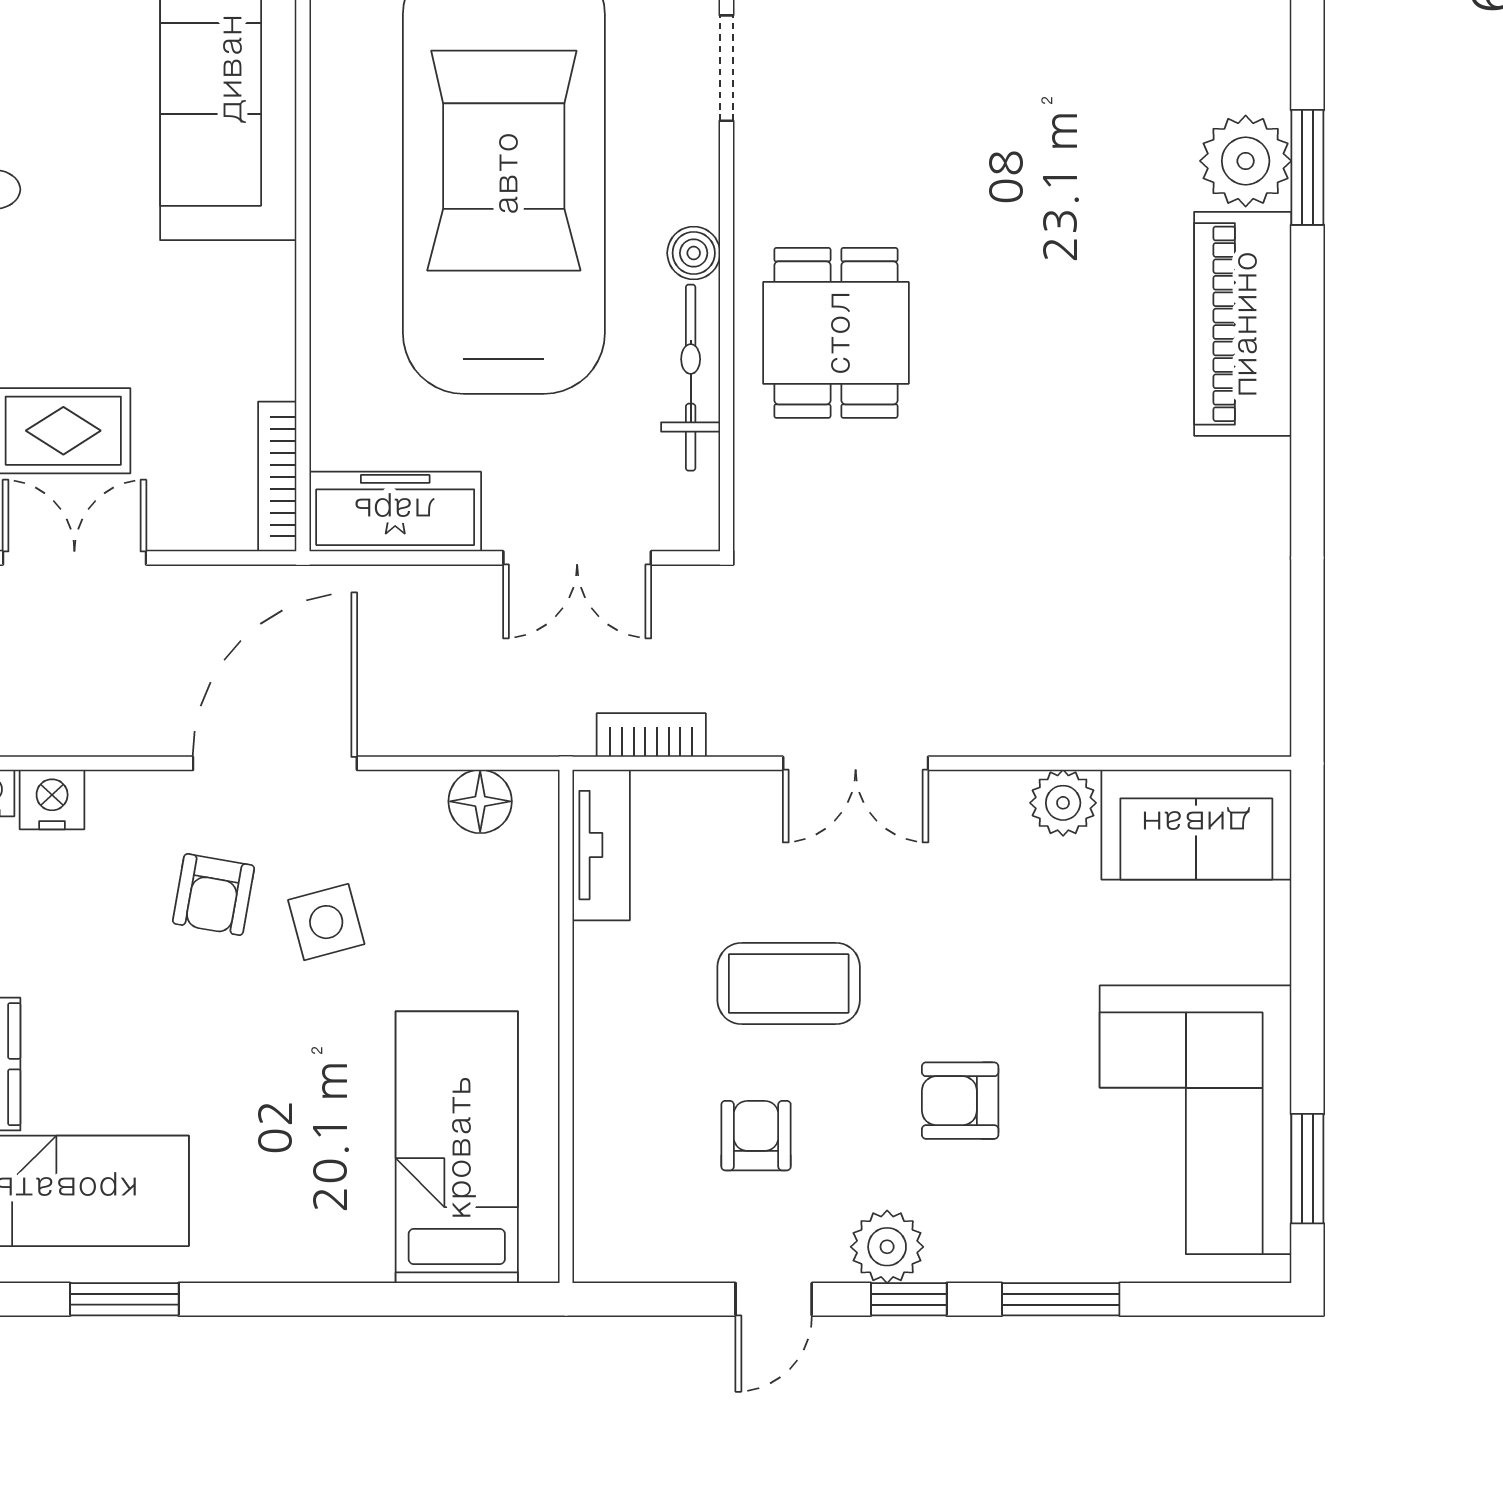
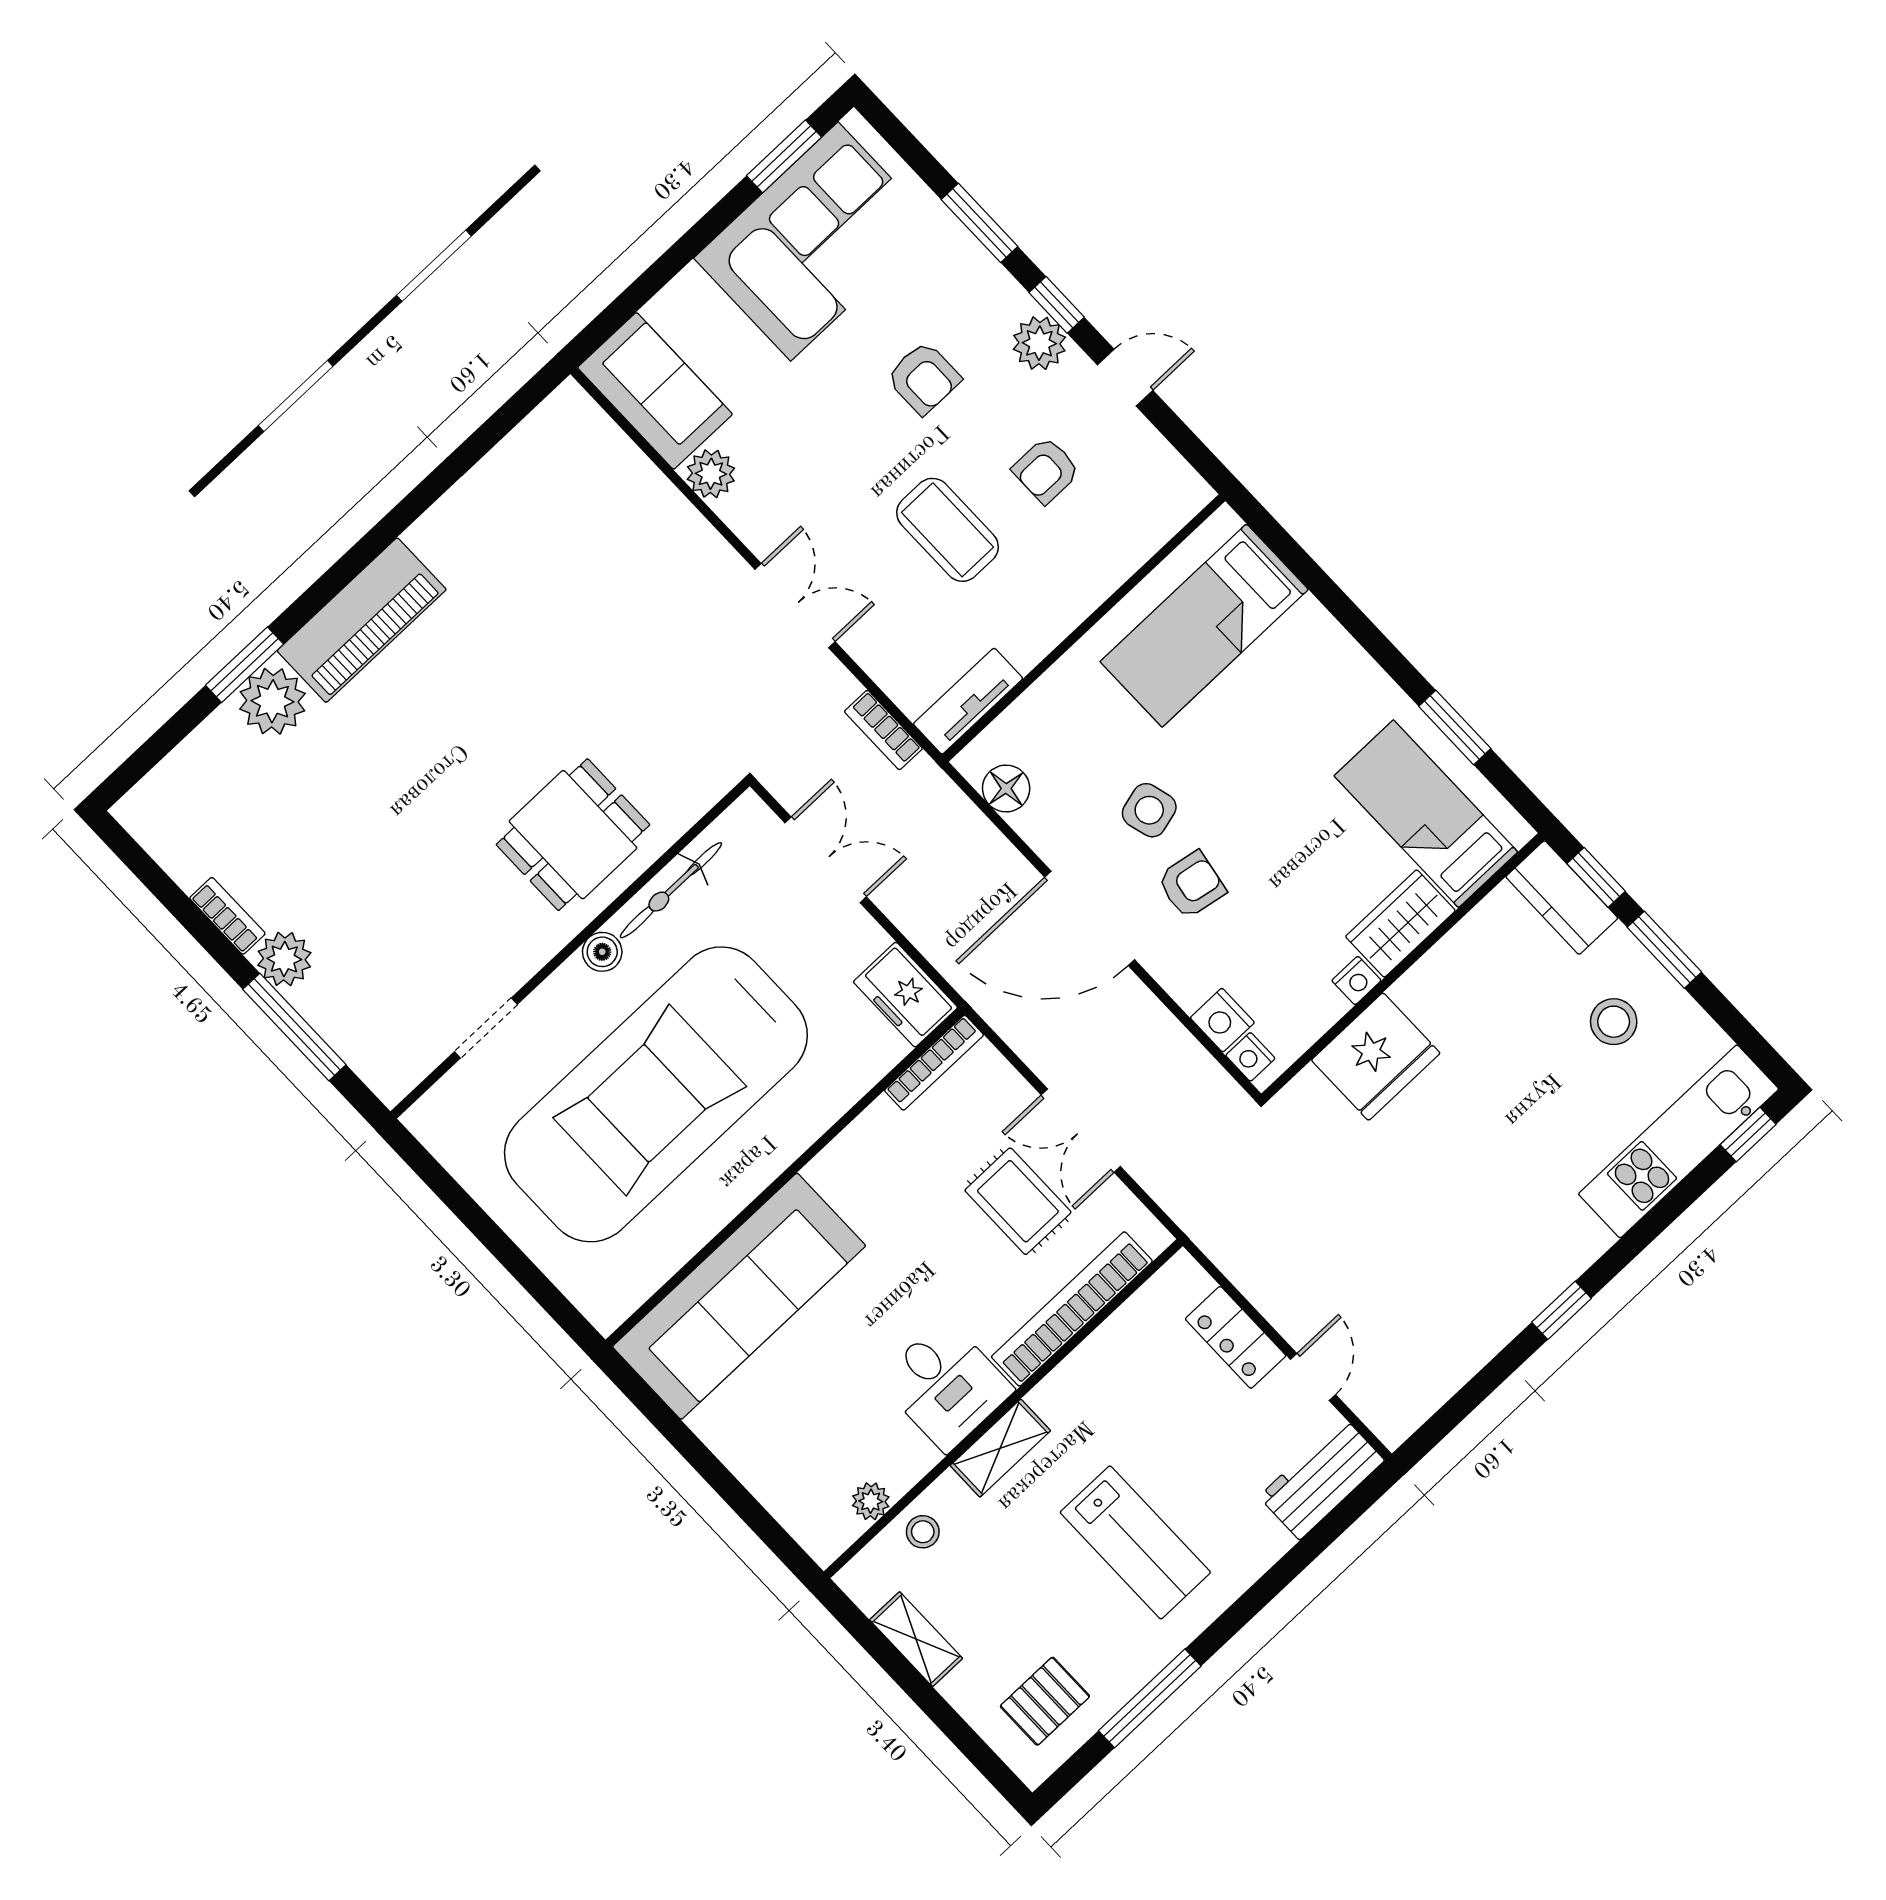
freezer: (395, 512) -> (905, 995), width x0.71

